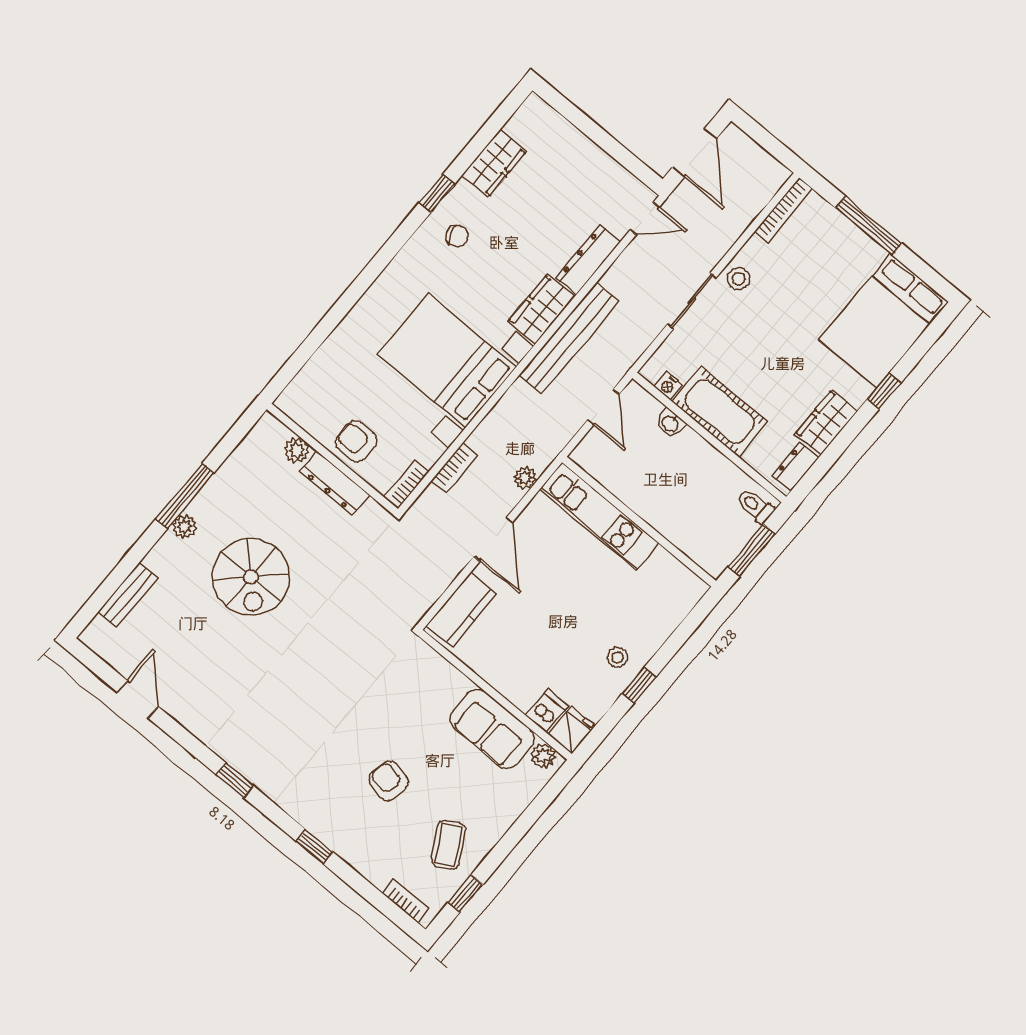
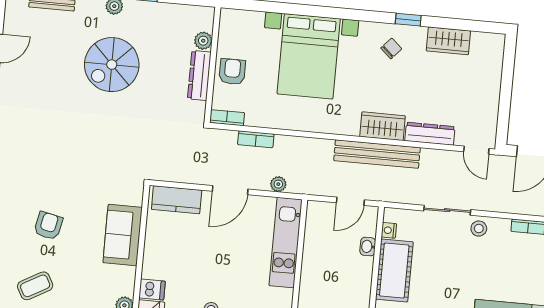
chair: (457, 236) -> (391, 48), turned -119
bed with nightstands: (447, 360) -> (309, 56), moved, turned 180
sofa: (492, 729) -> (123, 235), moved

